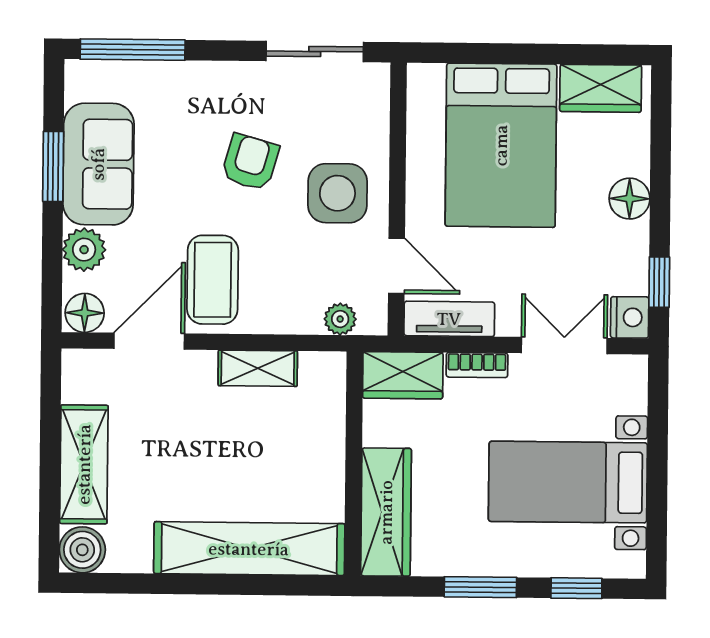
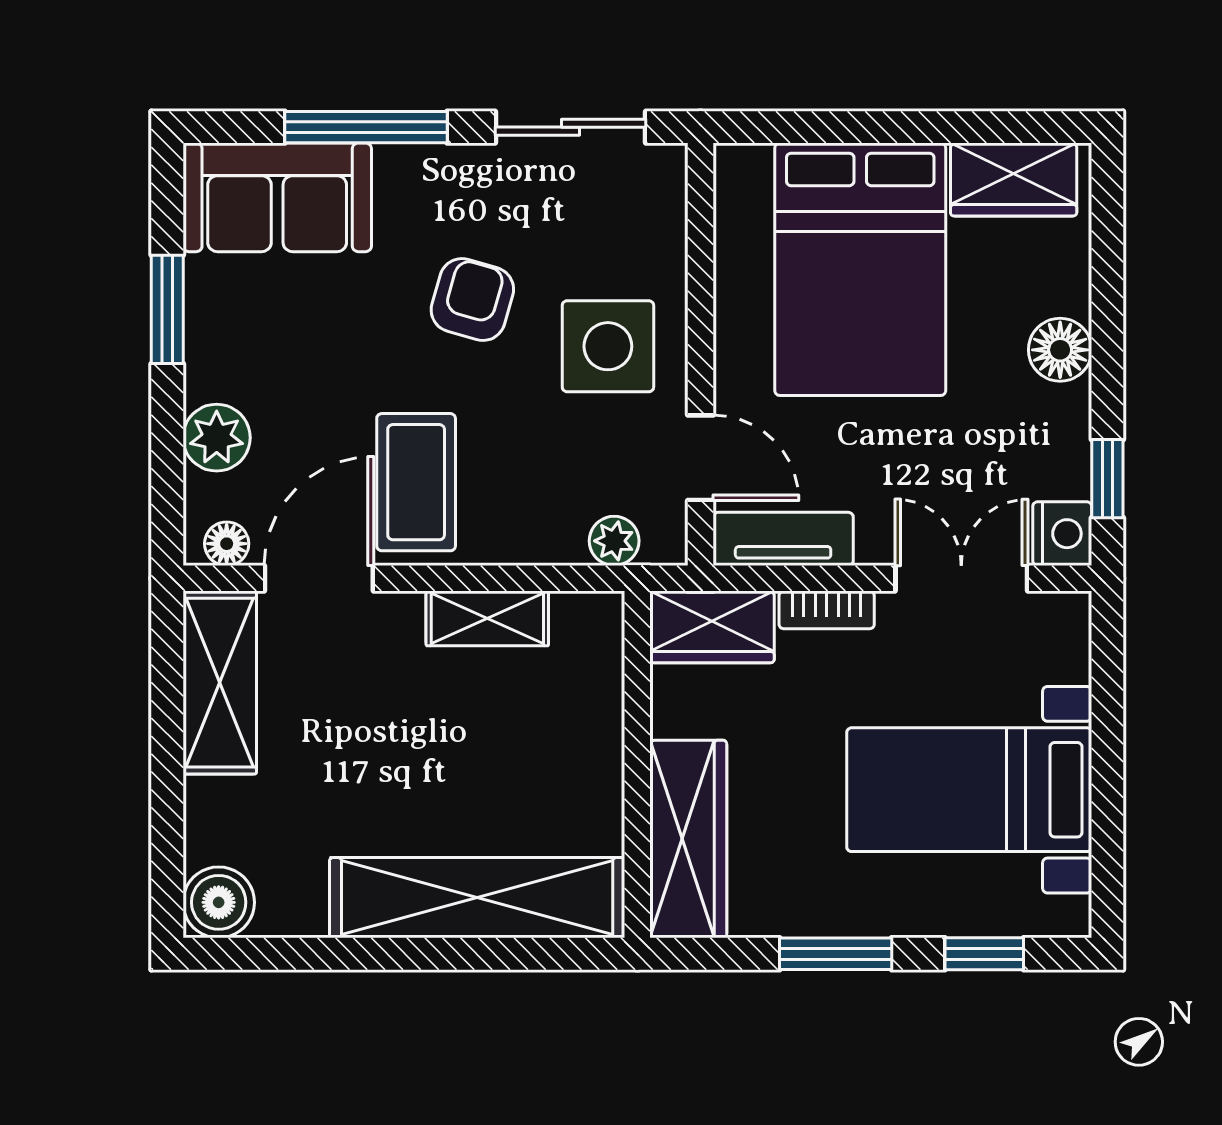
window: (133, 50) -> (366, 127), moved
sofa: (98, 164) -> (277, 197), moved, turned 90
floor lamp: (85, 313) -> (227, 544), width x0.73, depth x0.73
shelving: (84, 464) -> (220, 683), moved

